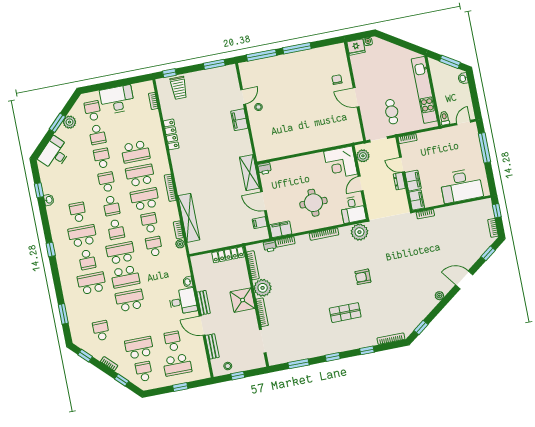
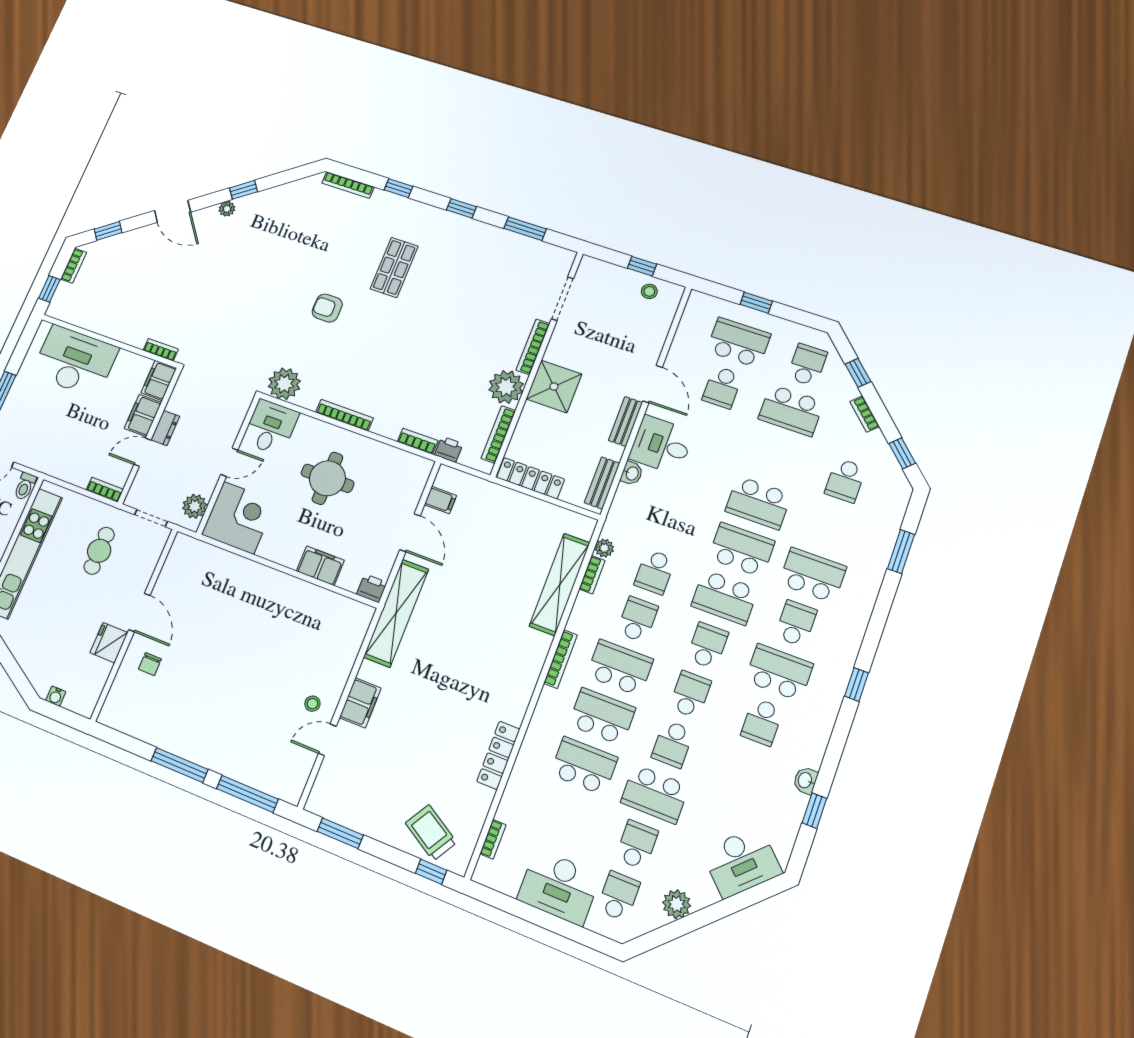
fridge: (356, 47) -> (109, 643), moved, turned -90
trolley: (179, 88) -> (431, 833), turned -59
school desk: (93, 111) -> (618, 896), turned 180
window: (57, 123) -> (701, 918), removed
school desk: (102, 158) -> (655, 794), width x1.85
door: (402, 165) -> (142, 452), swing flipped
shelving: (250, 173) -> (396, 613), width x1.47
school desk: (140, 175) -> (602, 716), turned 180
school desk: (145, 199) -> (620, 668), turned 180
school desk: (149, 223) -> (637, 619), turned 180
filing cabinet: (281, 229) -> (320, 566), moved, turned 180
school desk: (82, 236) -> (779, 672), turned 180
armchair: (363, 277) -> (327, 308), turned 180
school desk: (92, 283) -> (813, 575), turned 180
shop shelf: (345, 313) -> (394, 267), turned 90
window: (421, 327) -> (243, 190), moved
bench: (212, 346) -> (602, 483), moved
school desk: (144, 371) -> (807, 365), turned 180

